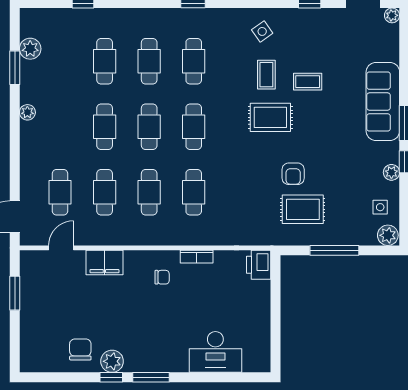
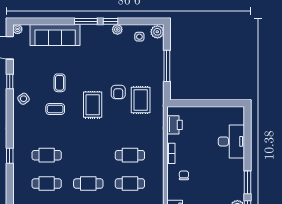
side table: (262, 31) -> (24, 99), moved
sofa: (383, 102) -> (55, 35), moved
rug: (270, 117) -> (93, 105), moved
cafe table: (194, 127) -> (88, 155), removed
armchair: (293, 174) -> (118, 92), turned 90
rug: (303, 209) -> (141, 100), moved
printer: (259, 265) -> (174, 125), moved, turned -90

